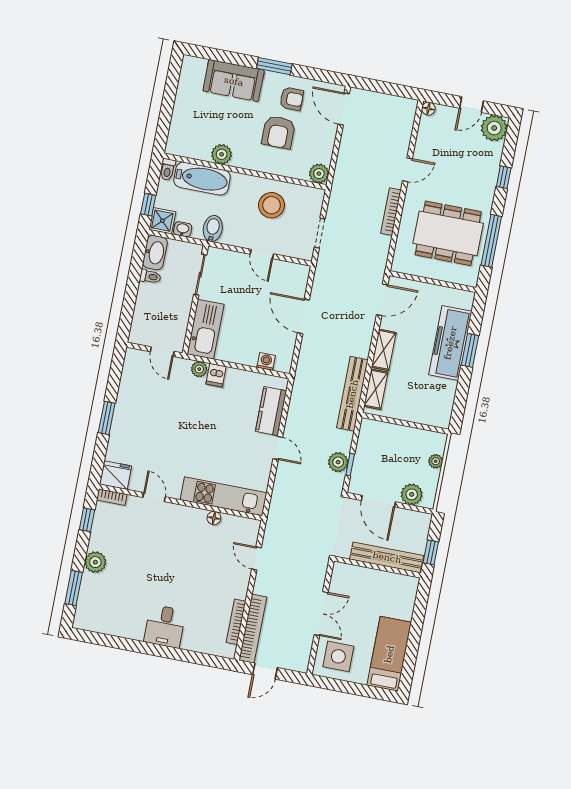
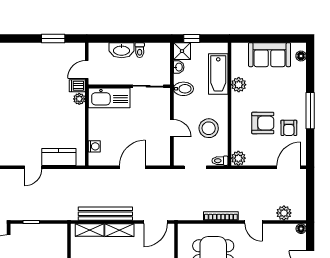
floor lamp: (200, 64) -> (301, 56), added
window: (274, 66) -> (310, 111), width x1.44
sofa: (234, 81) -> (270, 55), moved, turned -90
armchair: (278, 132) -> (263, 123), turned 180
toilet: (168, 169) -> (220, 161), moved
washbasin: (155, 253) -> (122, 50), moved
door: (262, 254) -> (172, 128), swing flipped
door: (382, 300) -> (156, 222), hinge flipped
dishwasher: (216, 375) -> (77, 86), moved
bench: (352, 394) -> (105, 214), moved
window: (107, 418) -> (53, 38), moved
plant: (338, 462) -> (284, 213), moved

